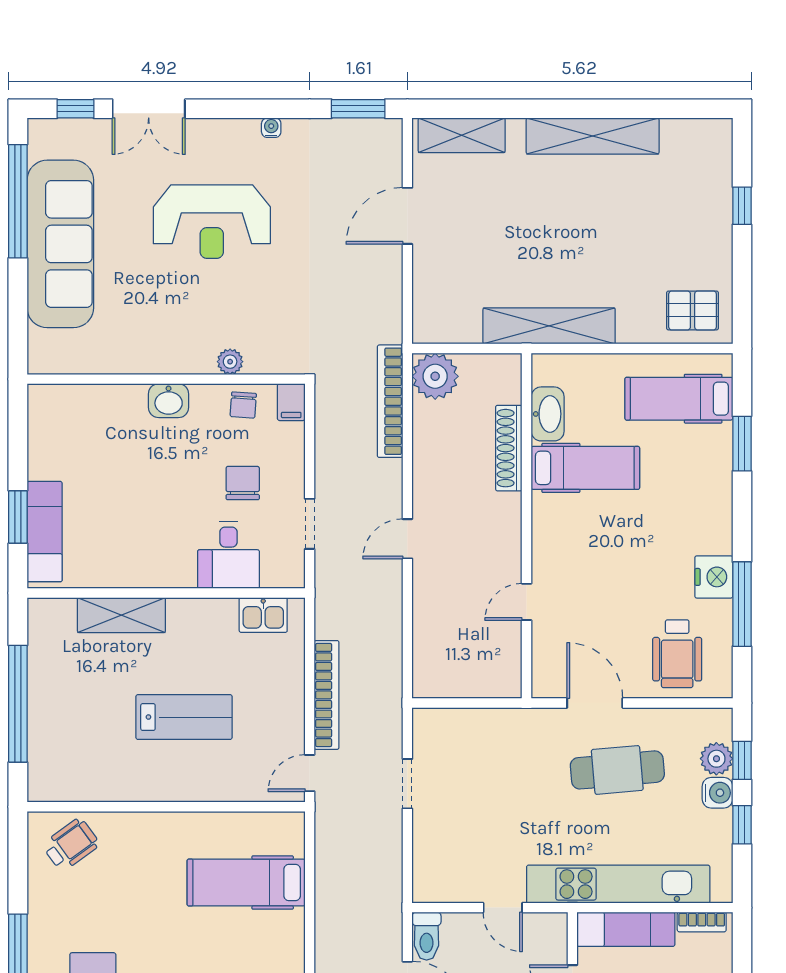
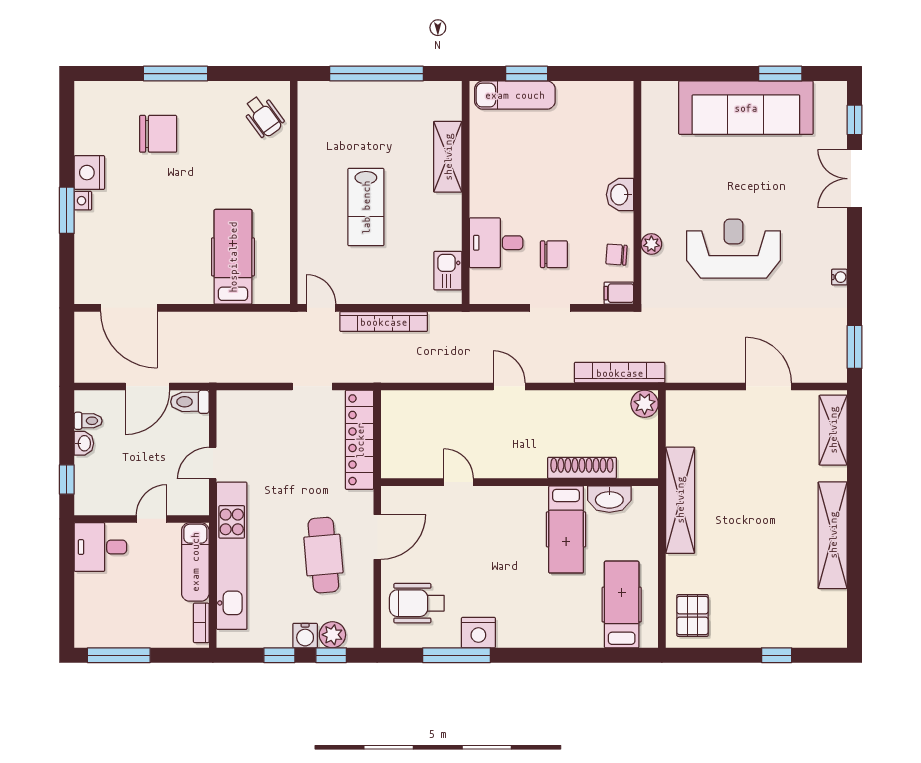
window: (18, 201) -> (780, 74), width x0.47
reception desk: (212, 222) -> (734, 249), moved, turned 90
plant: (435, 376) -> (645, 404), width x0.73, depth x0.73
window: (742, 444) -> (586, 655), removed
doorway: (310, 524) -> (550, 308), moved
locker: (474, 725) -> (360, 440), added

